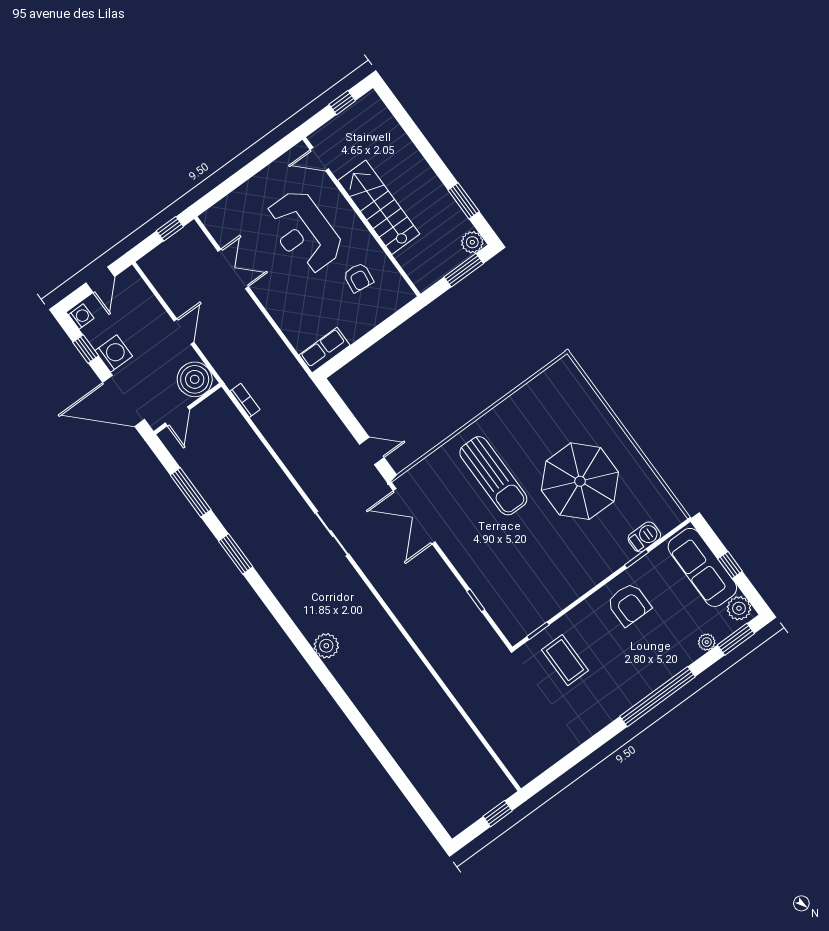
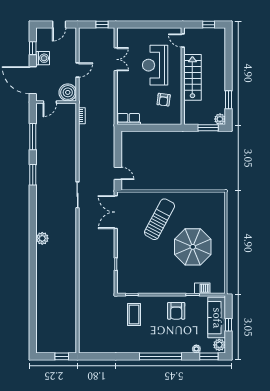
washing machine: (81, 317) -> (41, 34), removed
sun lounger: (493, 476) -> (160, 219), turned -152

